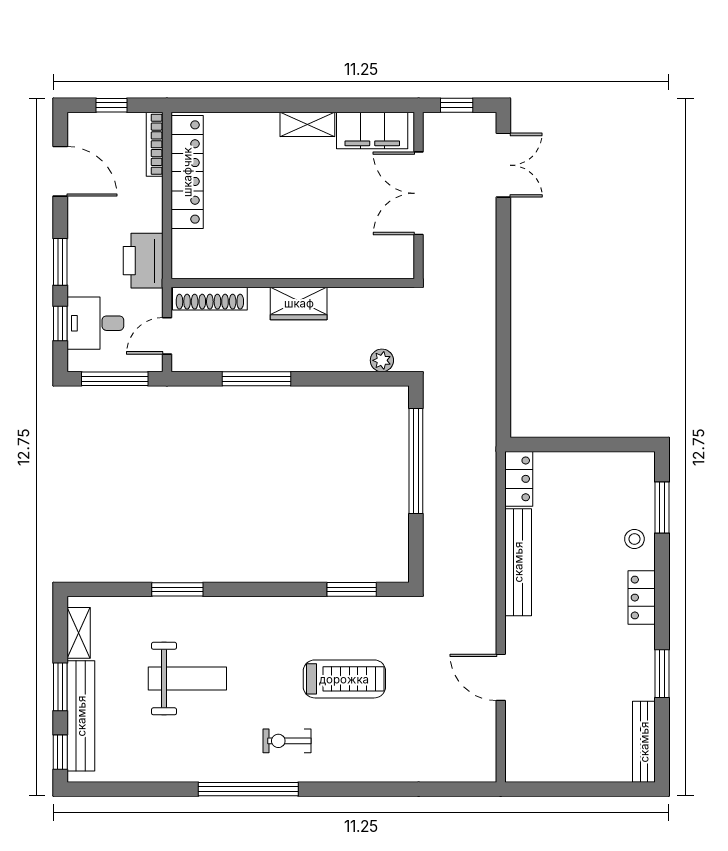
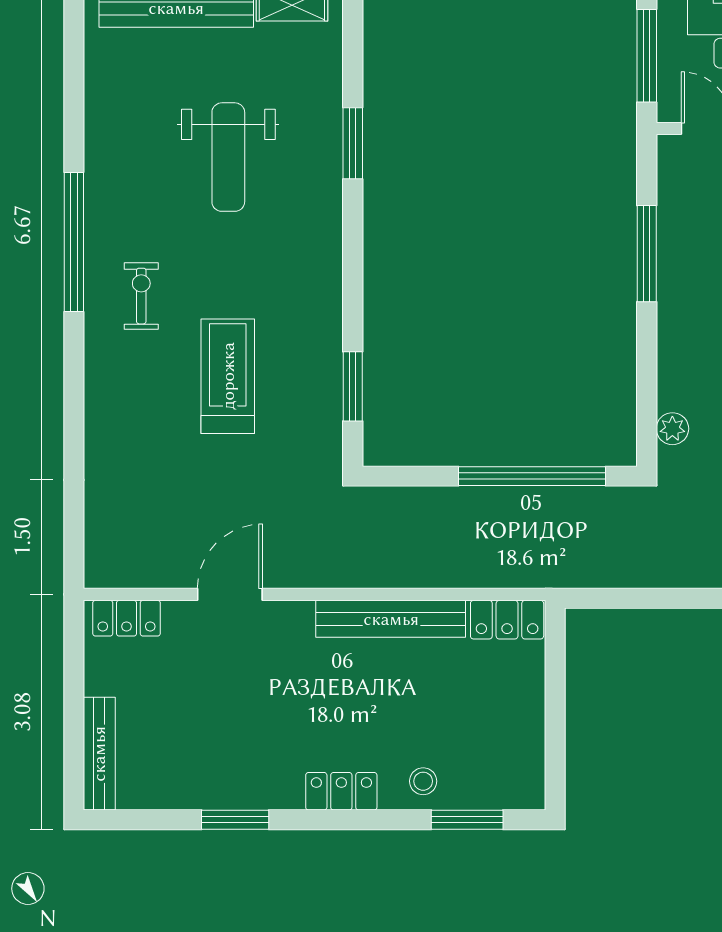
treadmill: (344, 679) -> (228, 376), turned 180
bench: (644, 742) -> (99, 754), moved, turned 90
locker: (518, 751) -> (126, 618), added

